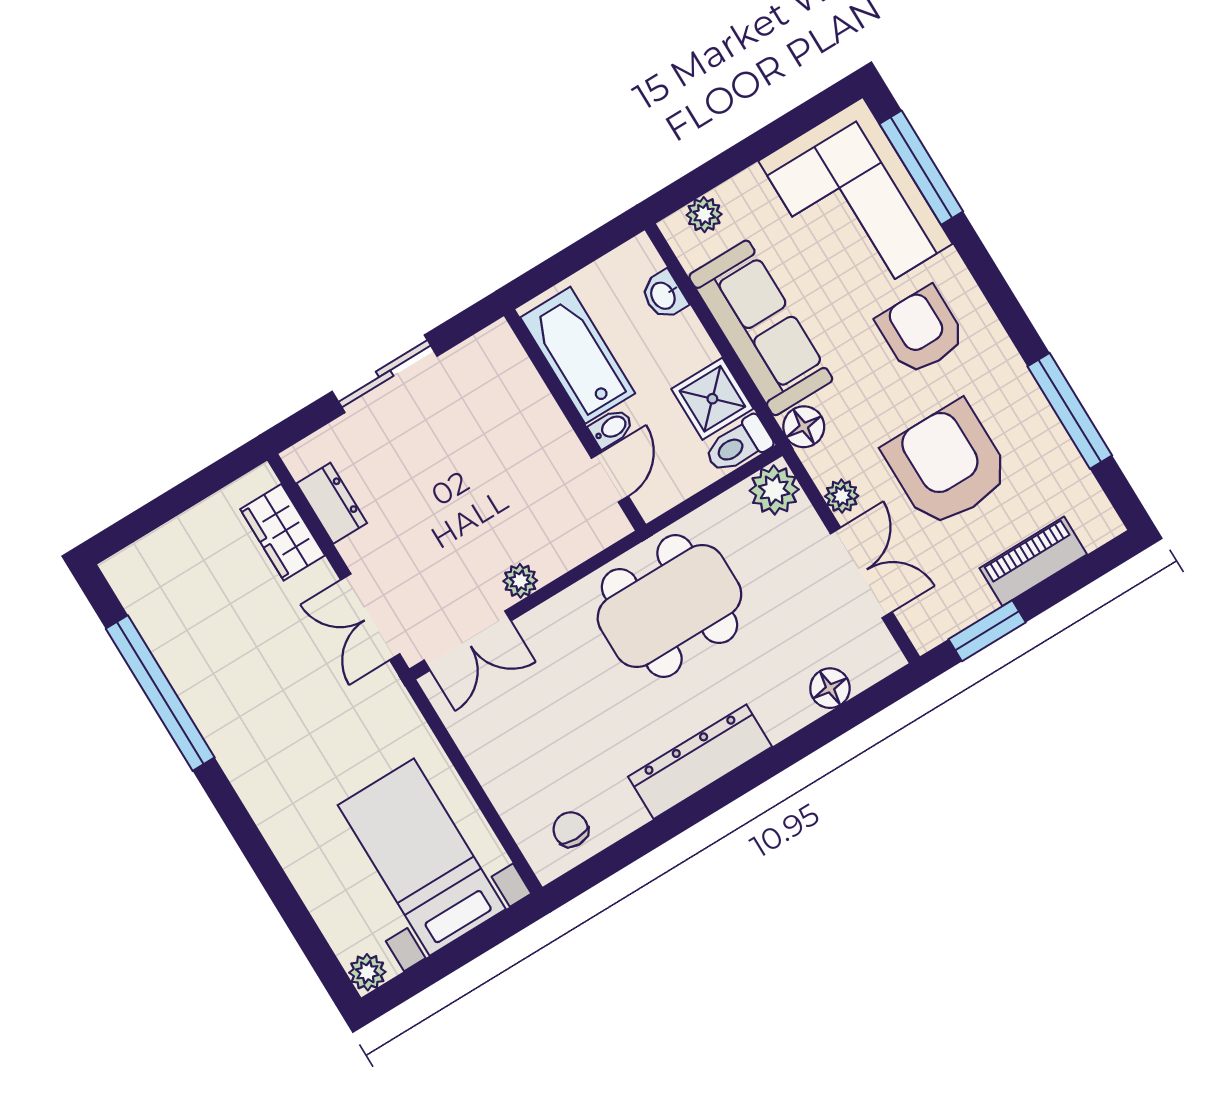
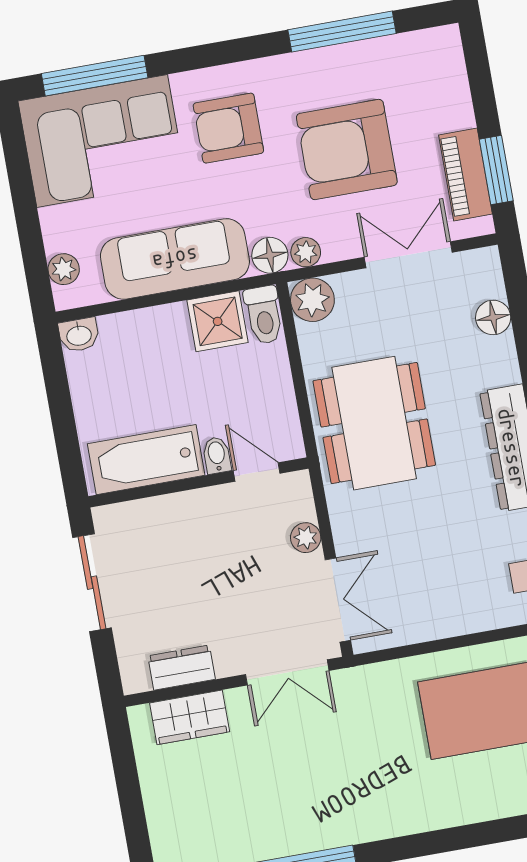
washbasin: (664, 295) -> (79, 335), moved
bathtub: (578, 355) -> (146, 460), moved
wall: (575, 420) -> (198, 482), moved
bidet: (611, 428) -> (217, 455), moved
door: (610, 477) -> (257, 472), moved
plant: (842, 496) -> (306, 252), moved
piano: (1033, 561) -> (465, 174), moved

